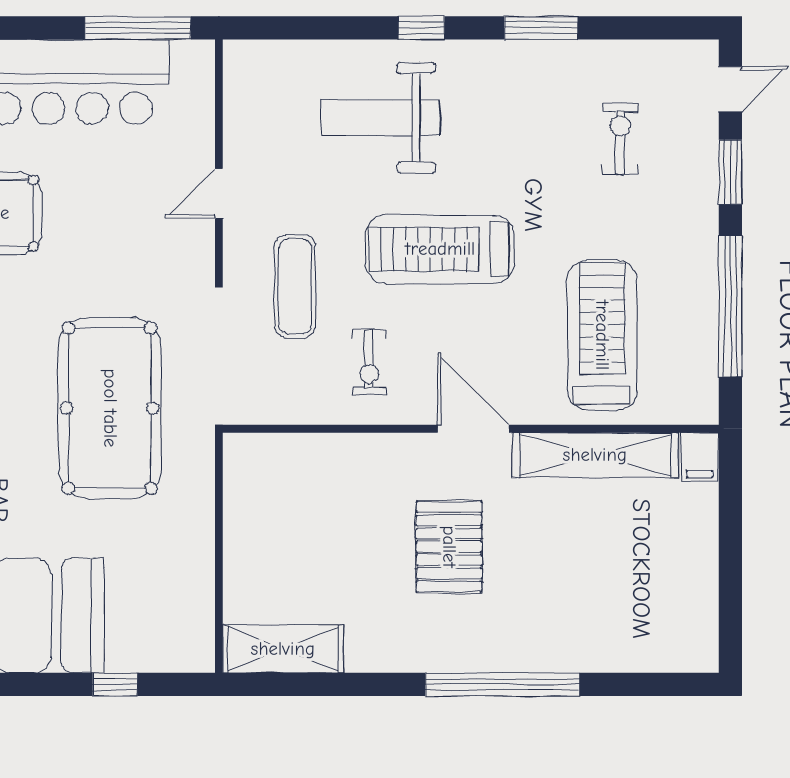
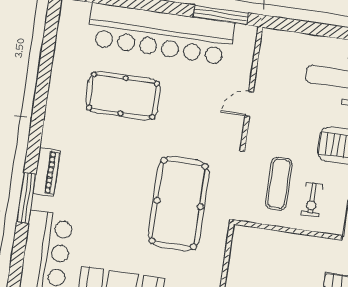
exercise mat: (295, 286) -> (279, 184), moved

